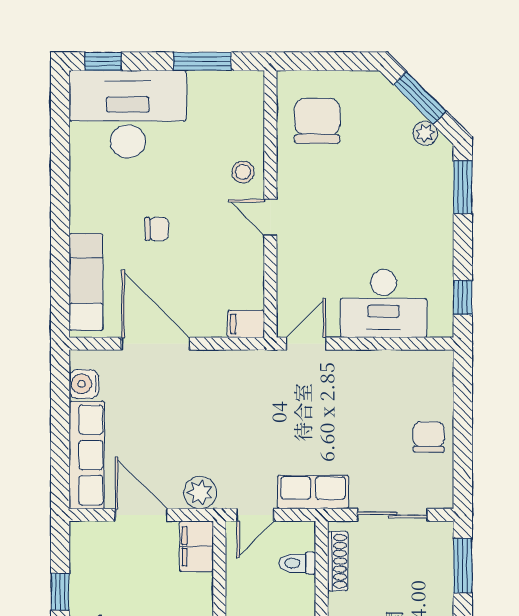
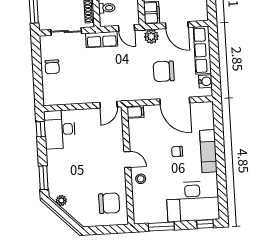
window: (420, 98) -> (65, 216), removed
chair: (317, 121) -> (109, 203), turned -90
exam couch: (86, 282) -> (208, 151), moved
desk: (384, 304) -> (60, 129), moved, turned -90
chair: (177, 412) -> (164, 71), added
door: (255, 515) -> (127, 28), swing flipped

